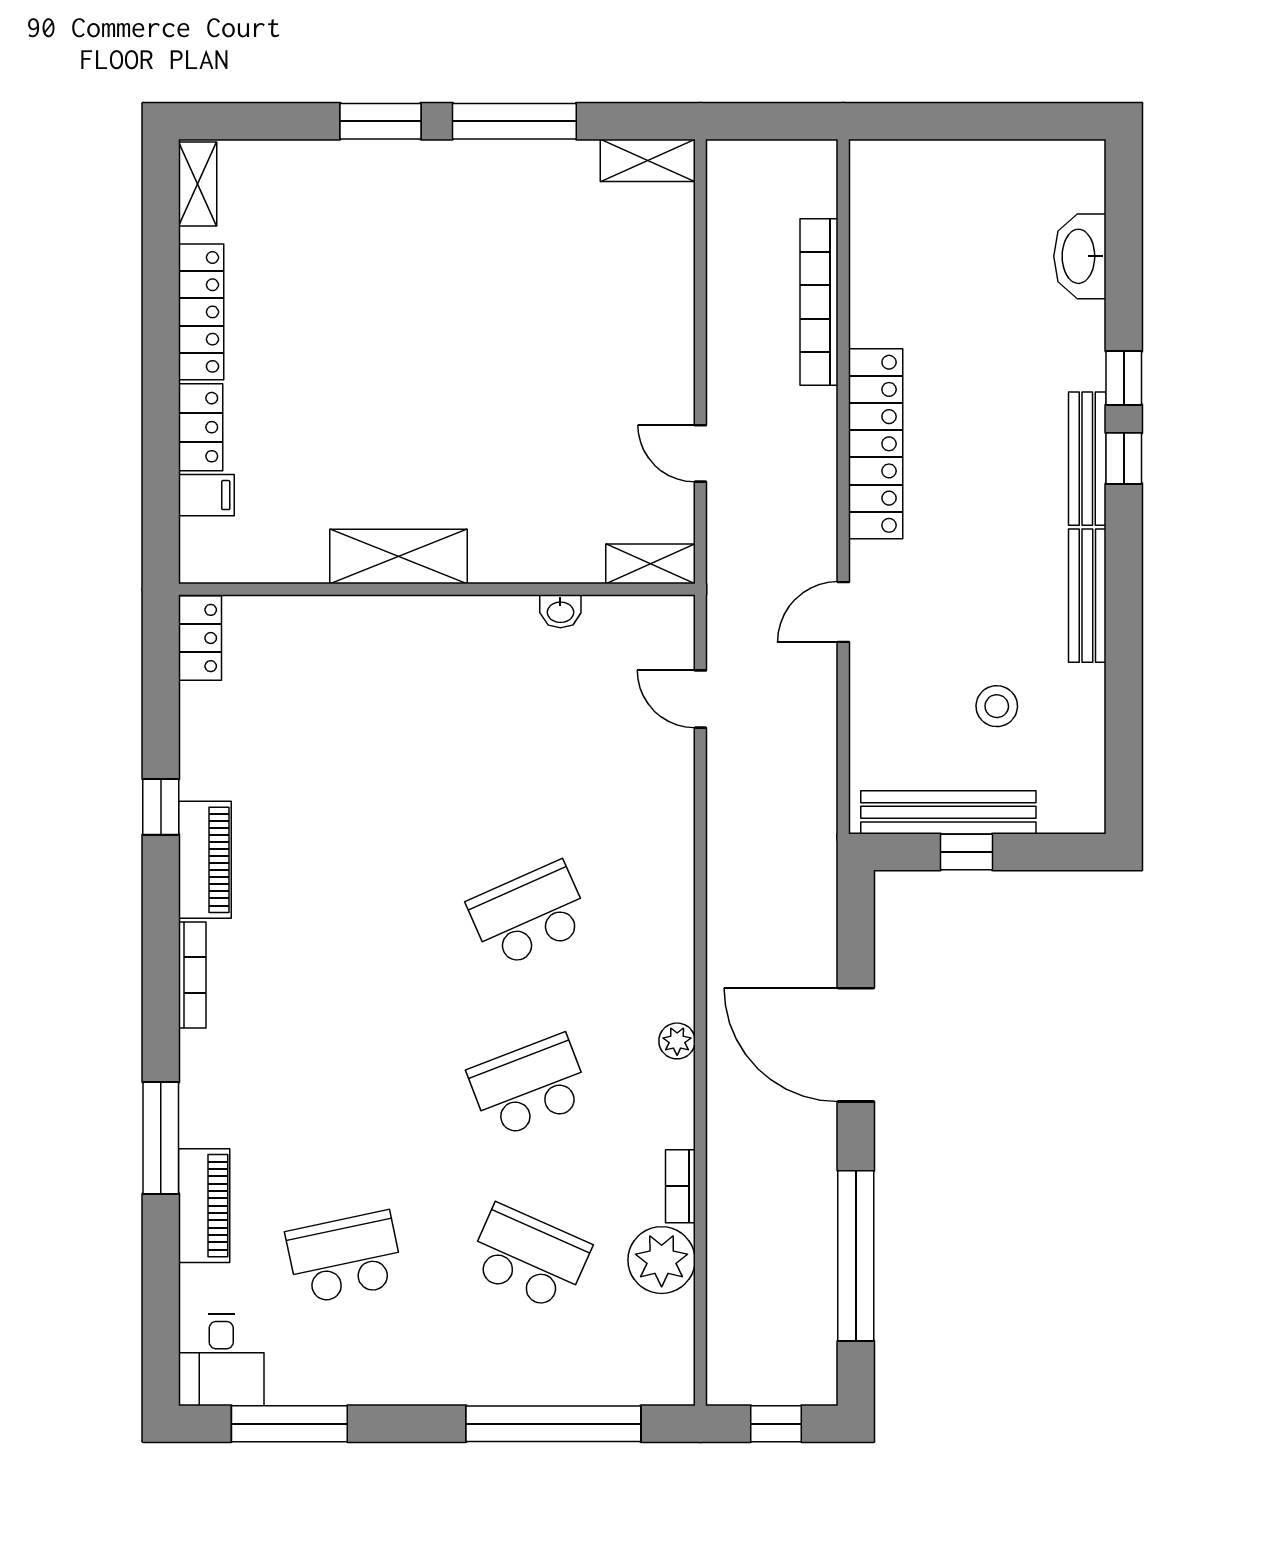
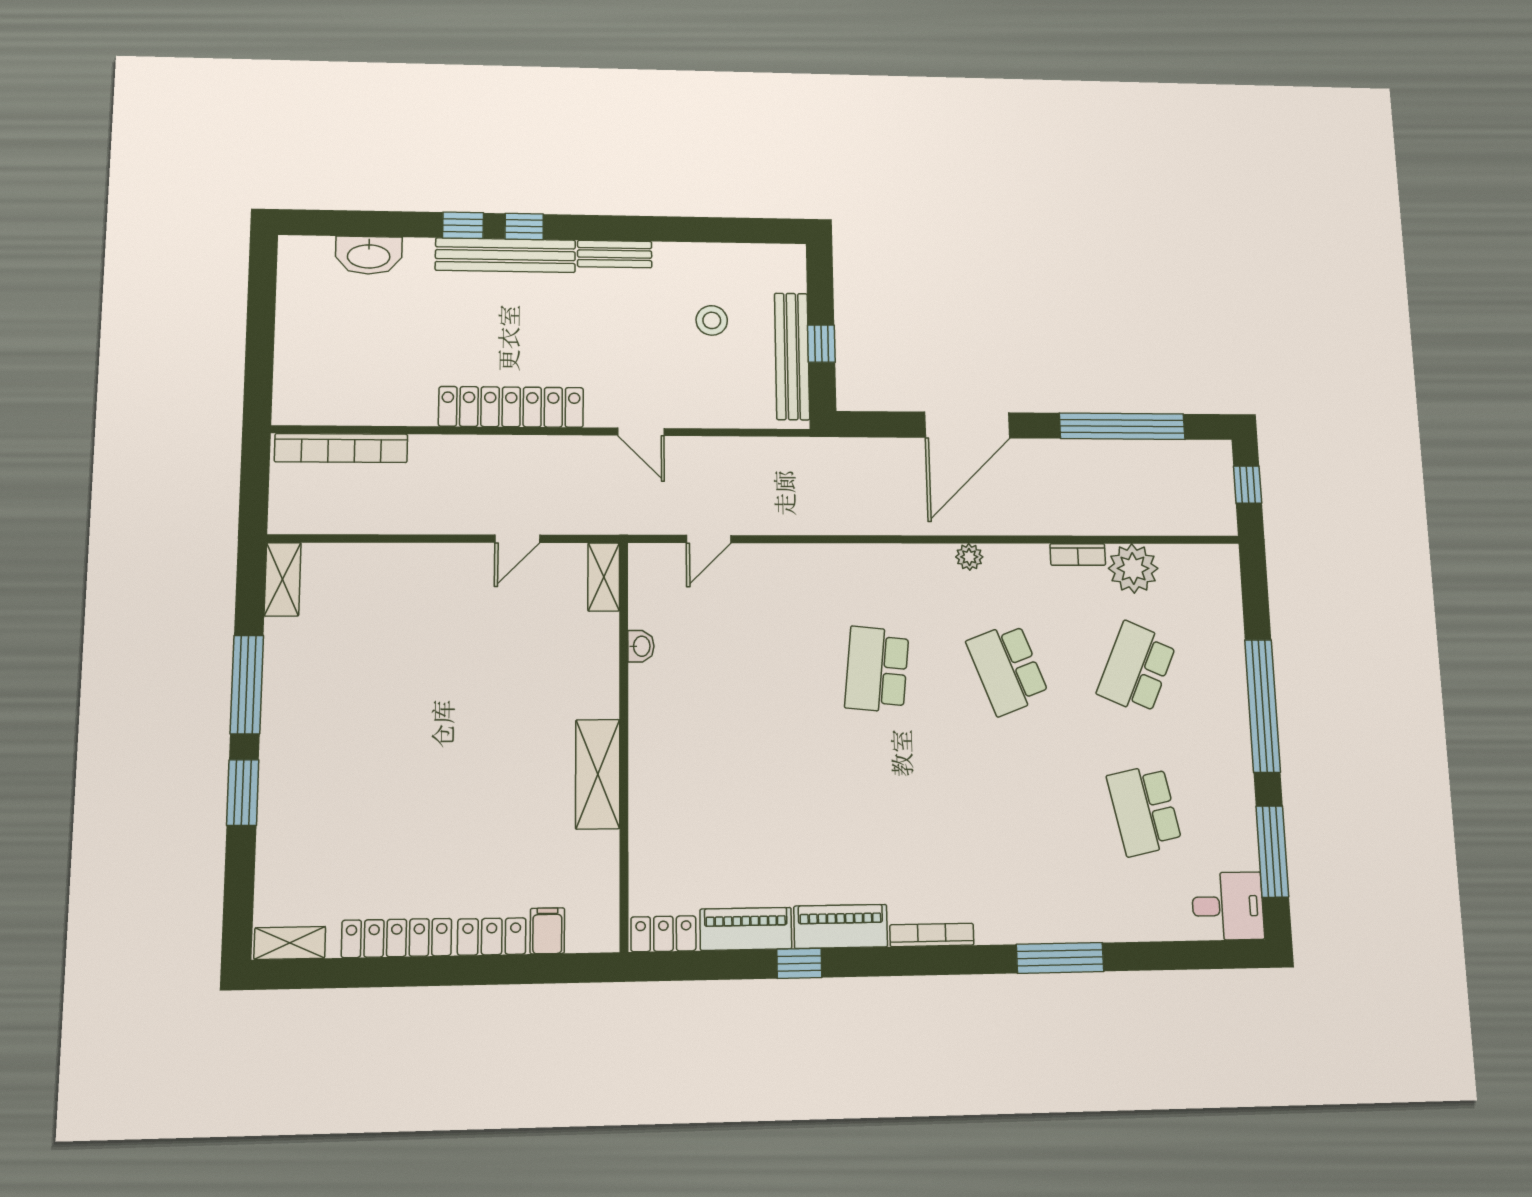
bookcase: (819, 302) -> (341, 448), moved
bench: (1087, 459) -> (506, 255), width x1.37, depth x1.21
bench: (1087, 596) -> (615, 254), width x0.73
school desk: (529, 915) -> (877, 669), turned 30
piano: (204, 1206) -> (746, 929), moved
window: (553, 1424) -> (1263, 706), moved

